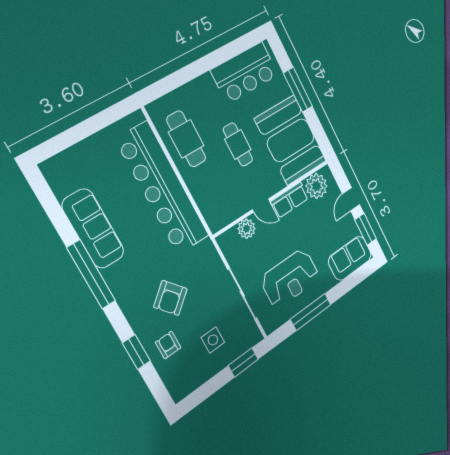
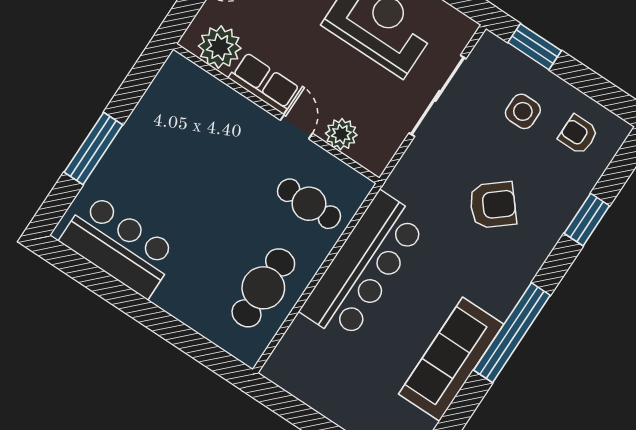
booth: (291, 140) -> (175, 124), removed
cafe table: (238, 144) -> (309, 204), moved, turned 90
bar counter: (163, 188) -> (364, 267), width x0.73
armchair: (168, 345) -> (578, 135), moved, turned 90

